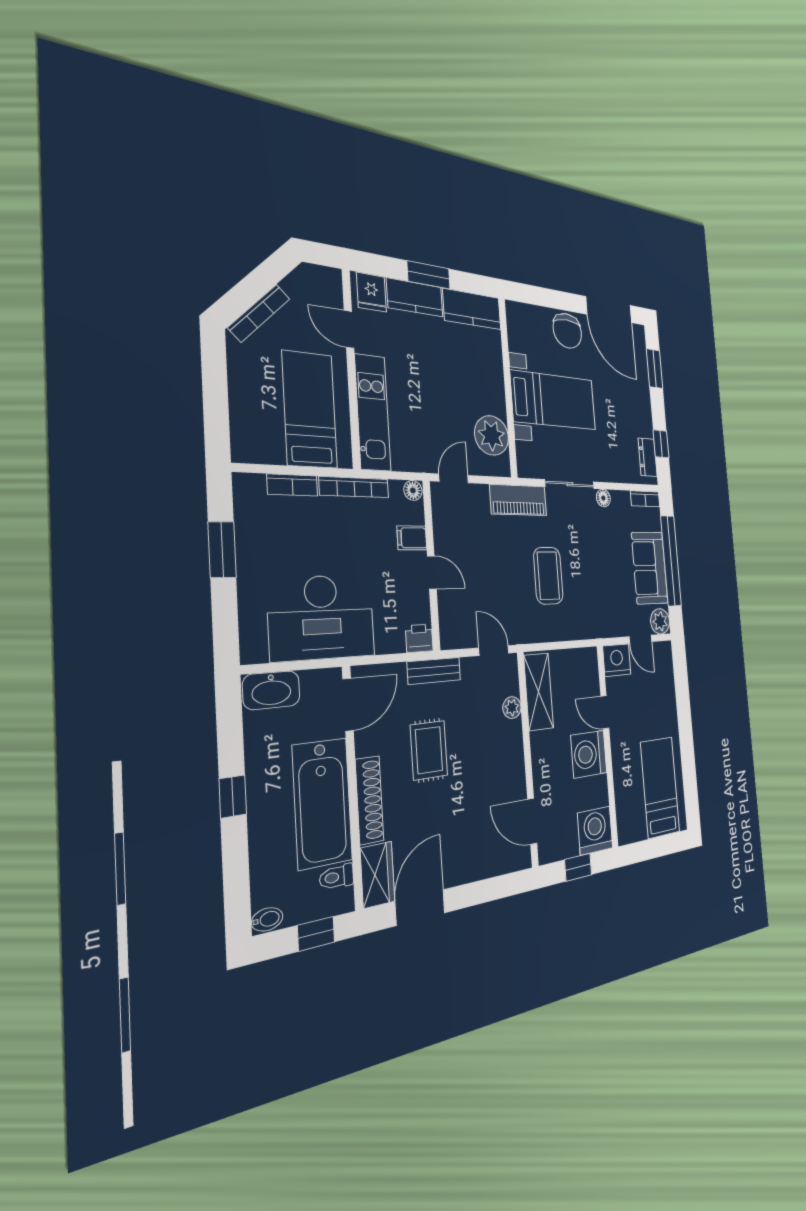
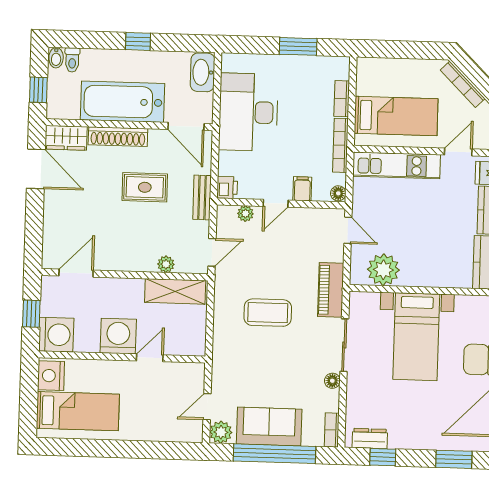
plant: (447, 611) -> (245, 214), added
nightstand: (617, 660) -> (51, 376), moved, turned 180
toilet: (337, 877) -> (72, 60), moved, turned 180

